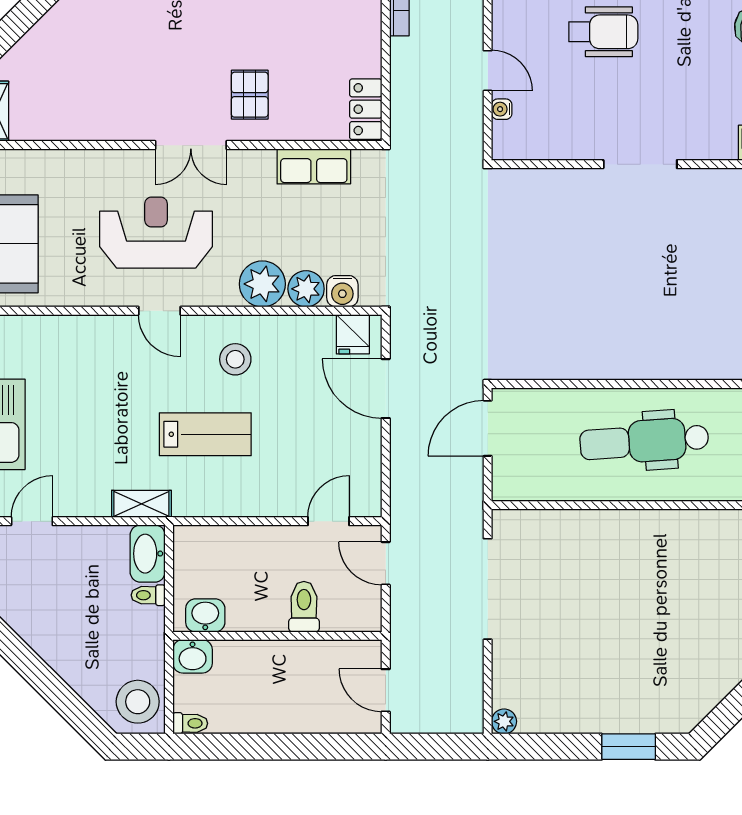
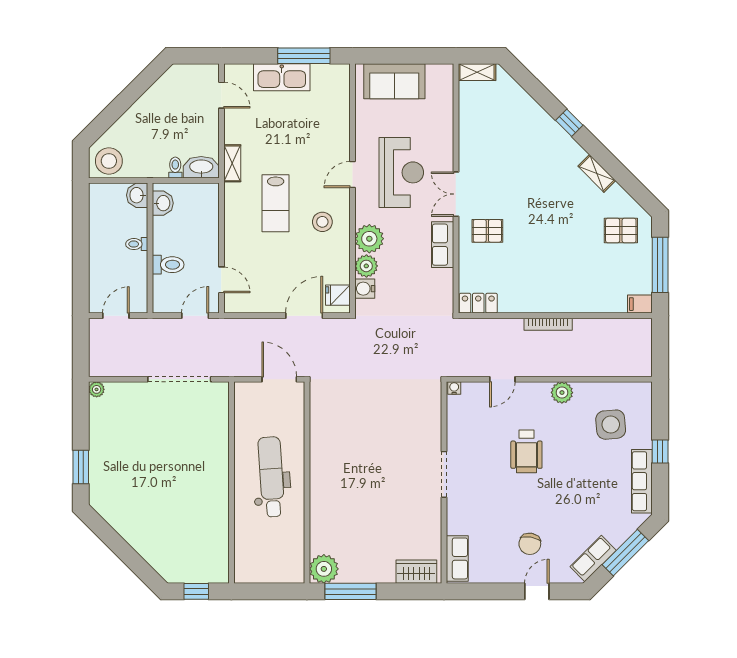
water cooler: (502, 109) -> (454, 388), moved
row of seats: (314, 166) -> (443, 245), moved
toilet: (190, 723) -> (137, 244), moved, turned 90

